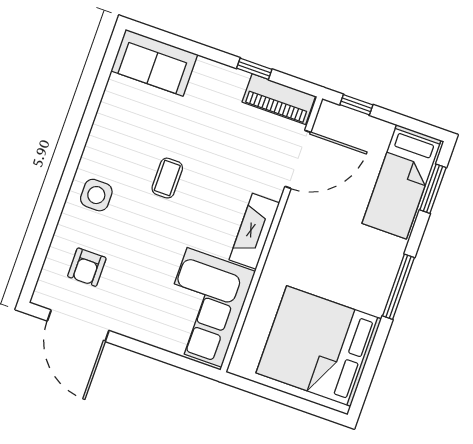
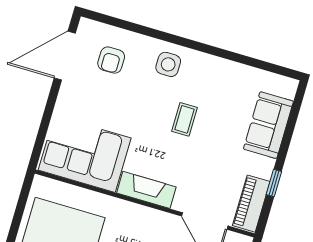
sofa: (154, 63) -> (268, 125), moved
coffee table: (167, 178) -> (185, 119), turned 90
armchair: (87, 267) -> (111, 60), turned -90

